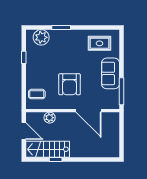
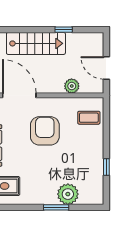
plant: (41, 37) -> (68, 194), moved
stairs: (48, 149) -> (36, 43), moved

